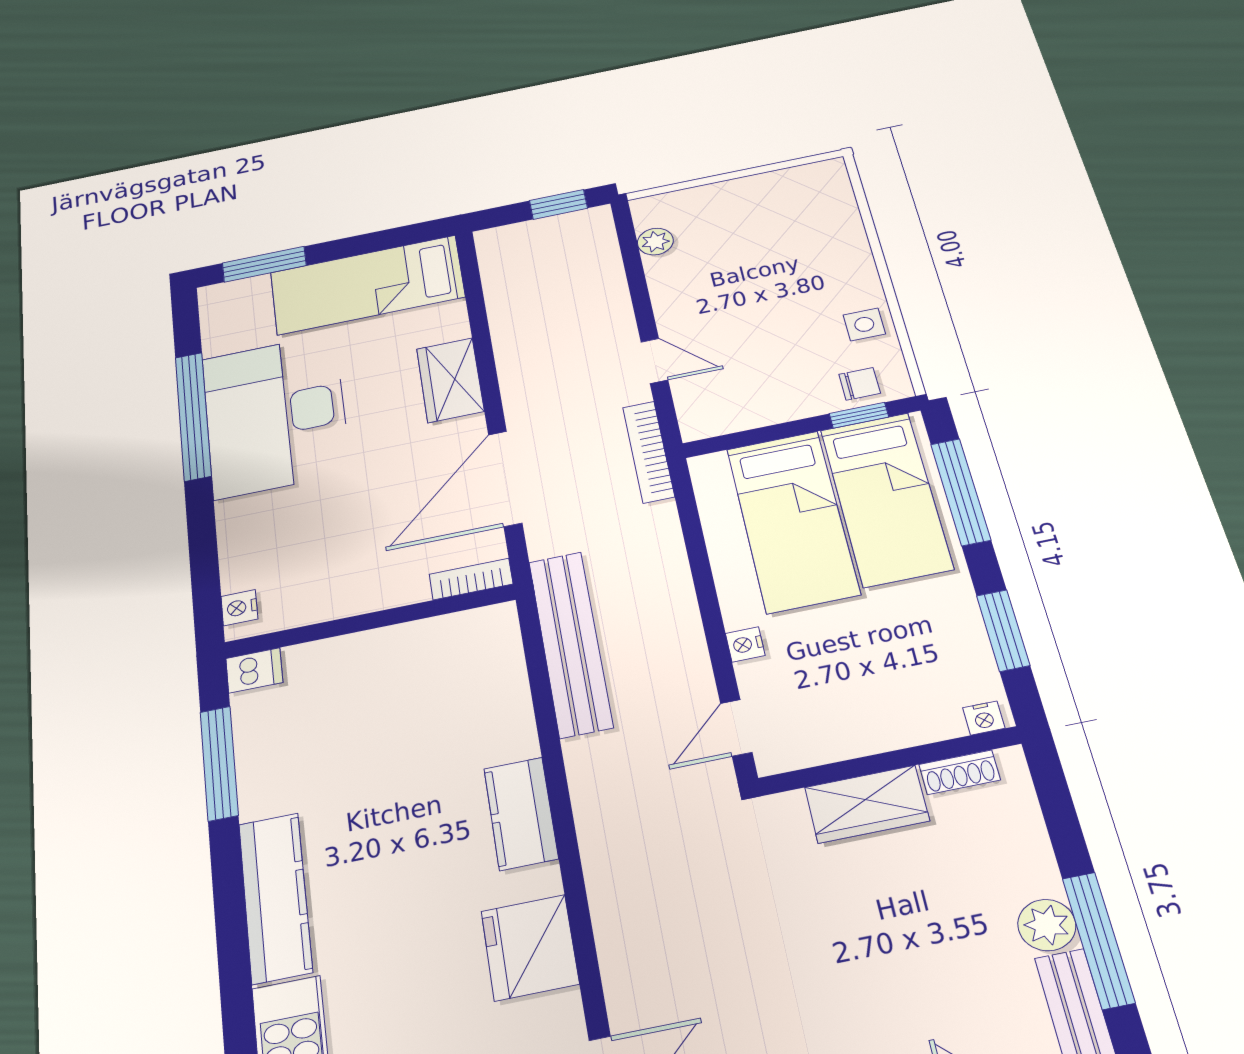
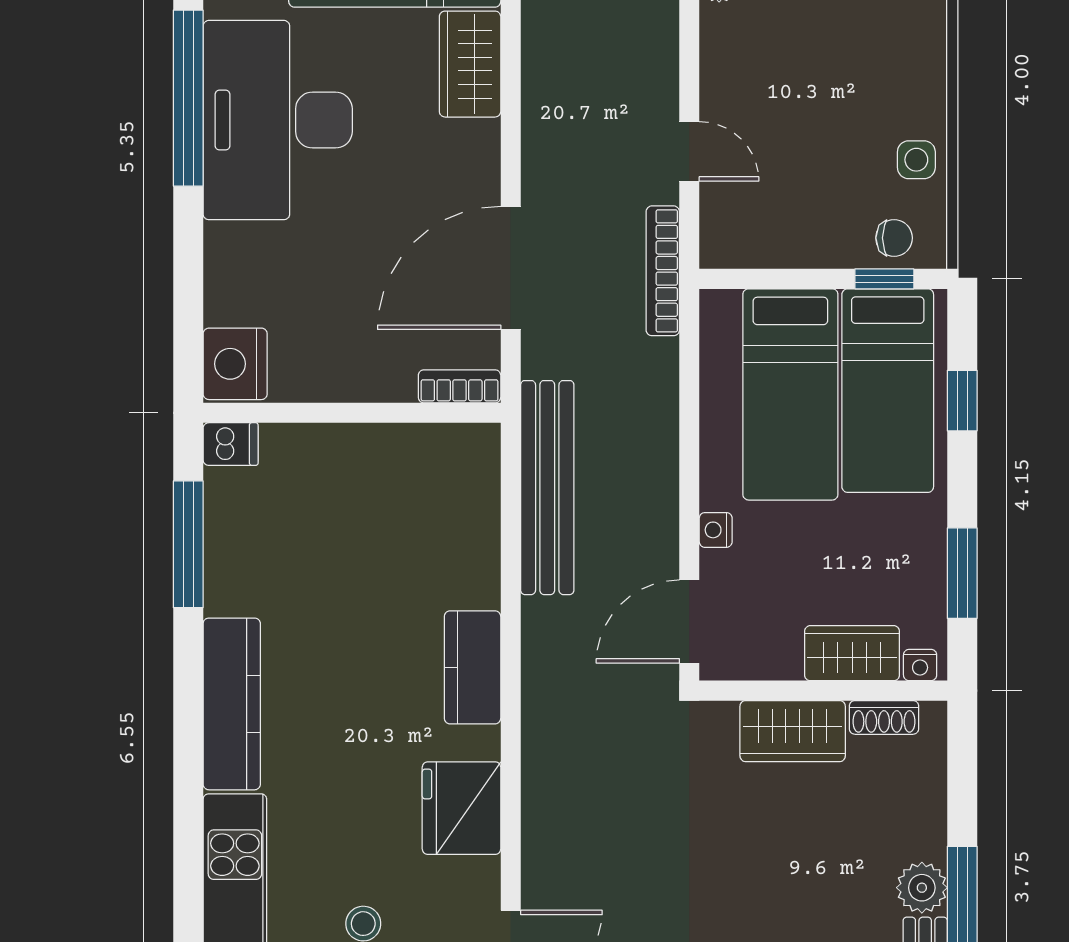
wardrobe: (450, 380) -> (470, 64), moved
window: (961, 492) -> (962, 401), width x0.46
nightstand: (239, 608) -> (235, 364), width x1.89, depth x1.79
wardrobe: (910, 722) -> (852, 653), added
door: (736, 728) -> (689, 622), width x1.38

